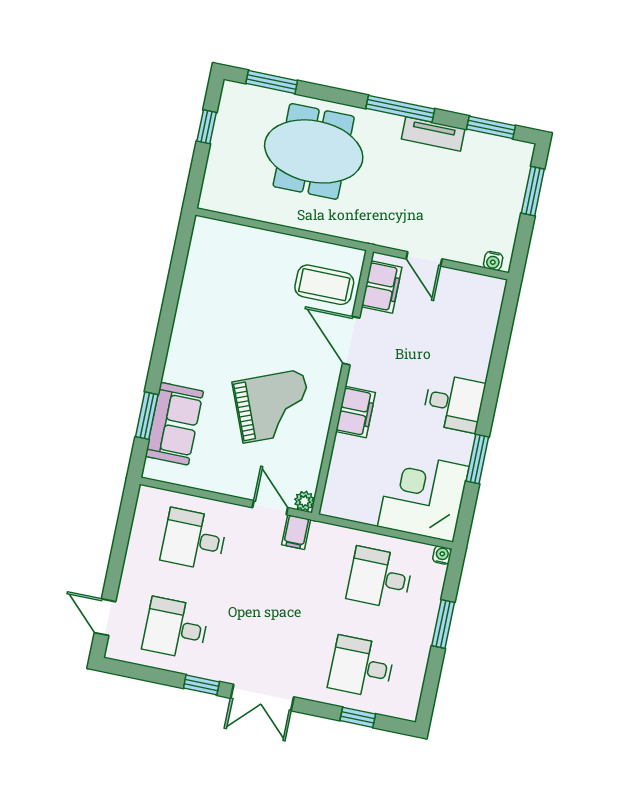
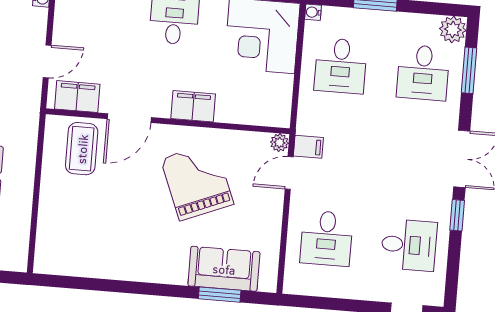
desk: (176, 628) -> (409, 245), turned -90
plant: (404, 705) -> (453, 30), added
window: (358, 717) -> (469, 70), width x1.50

